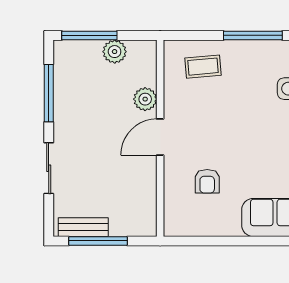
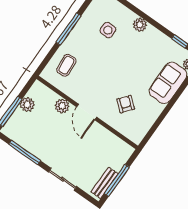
armchair: (207, 181) -> (126, 104), turned -141

